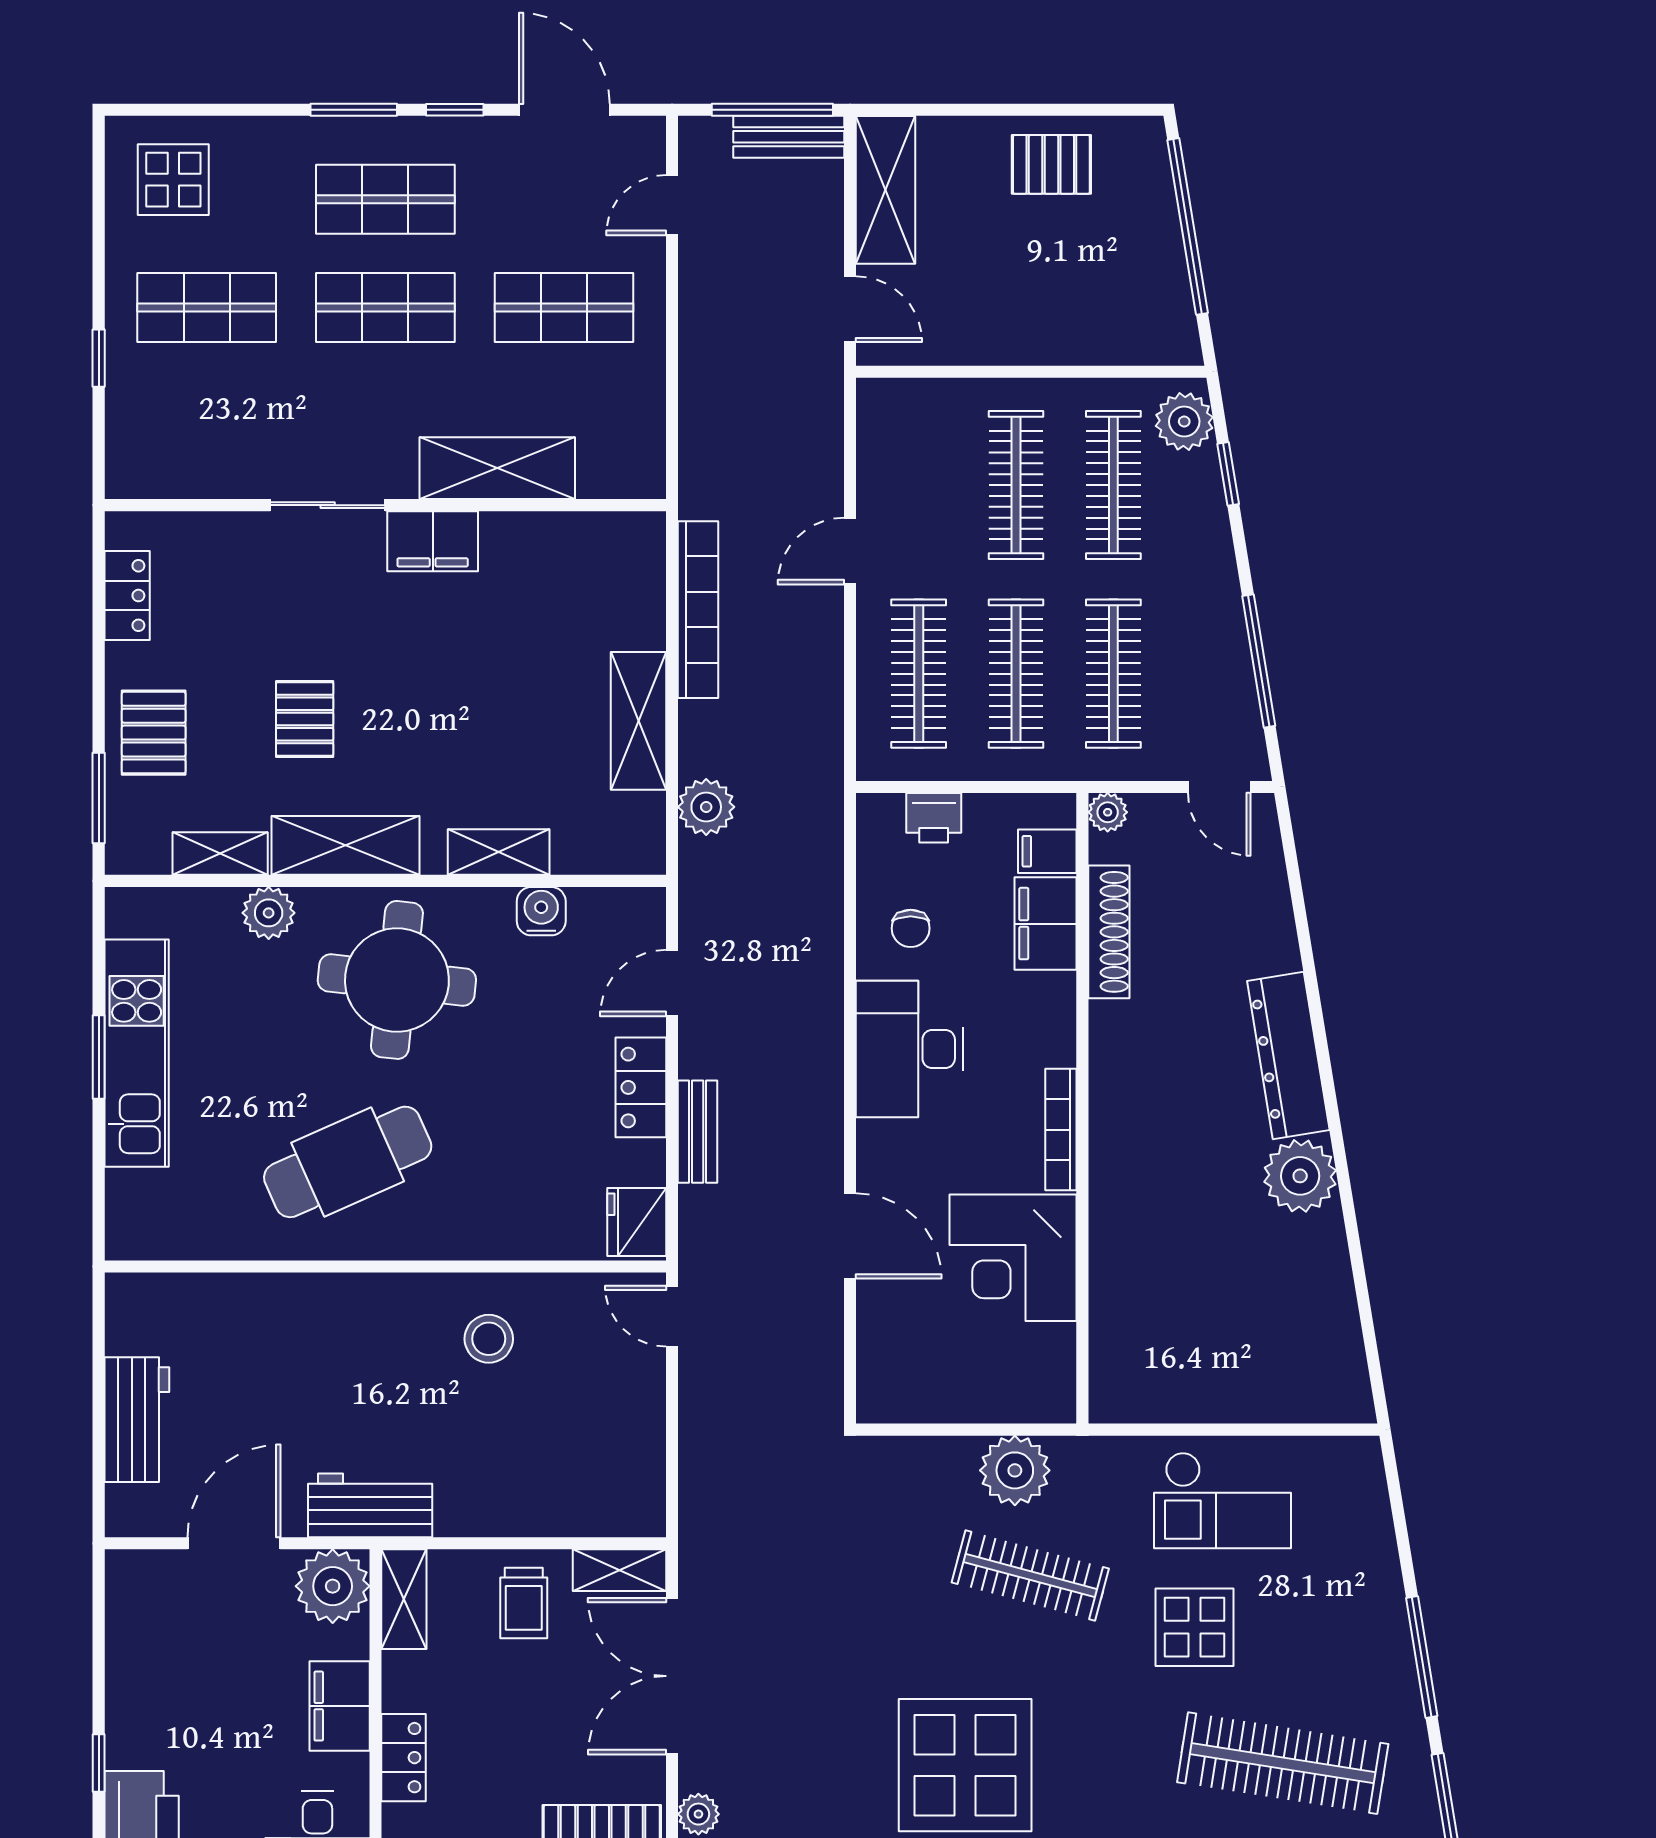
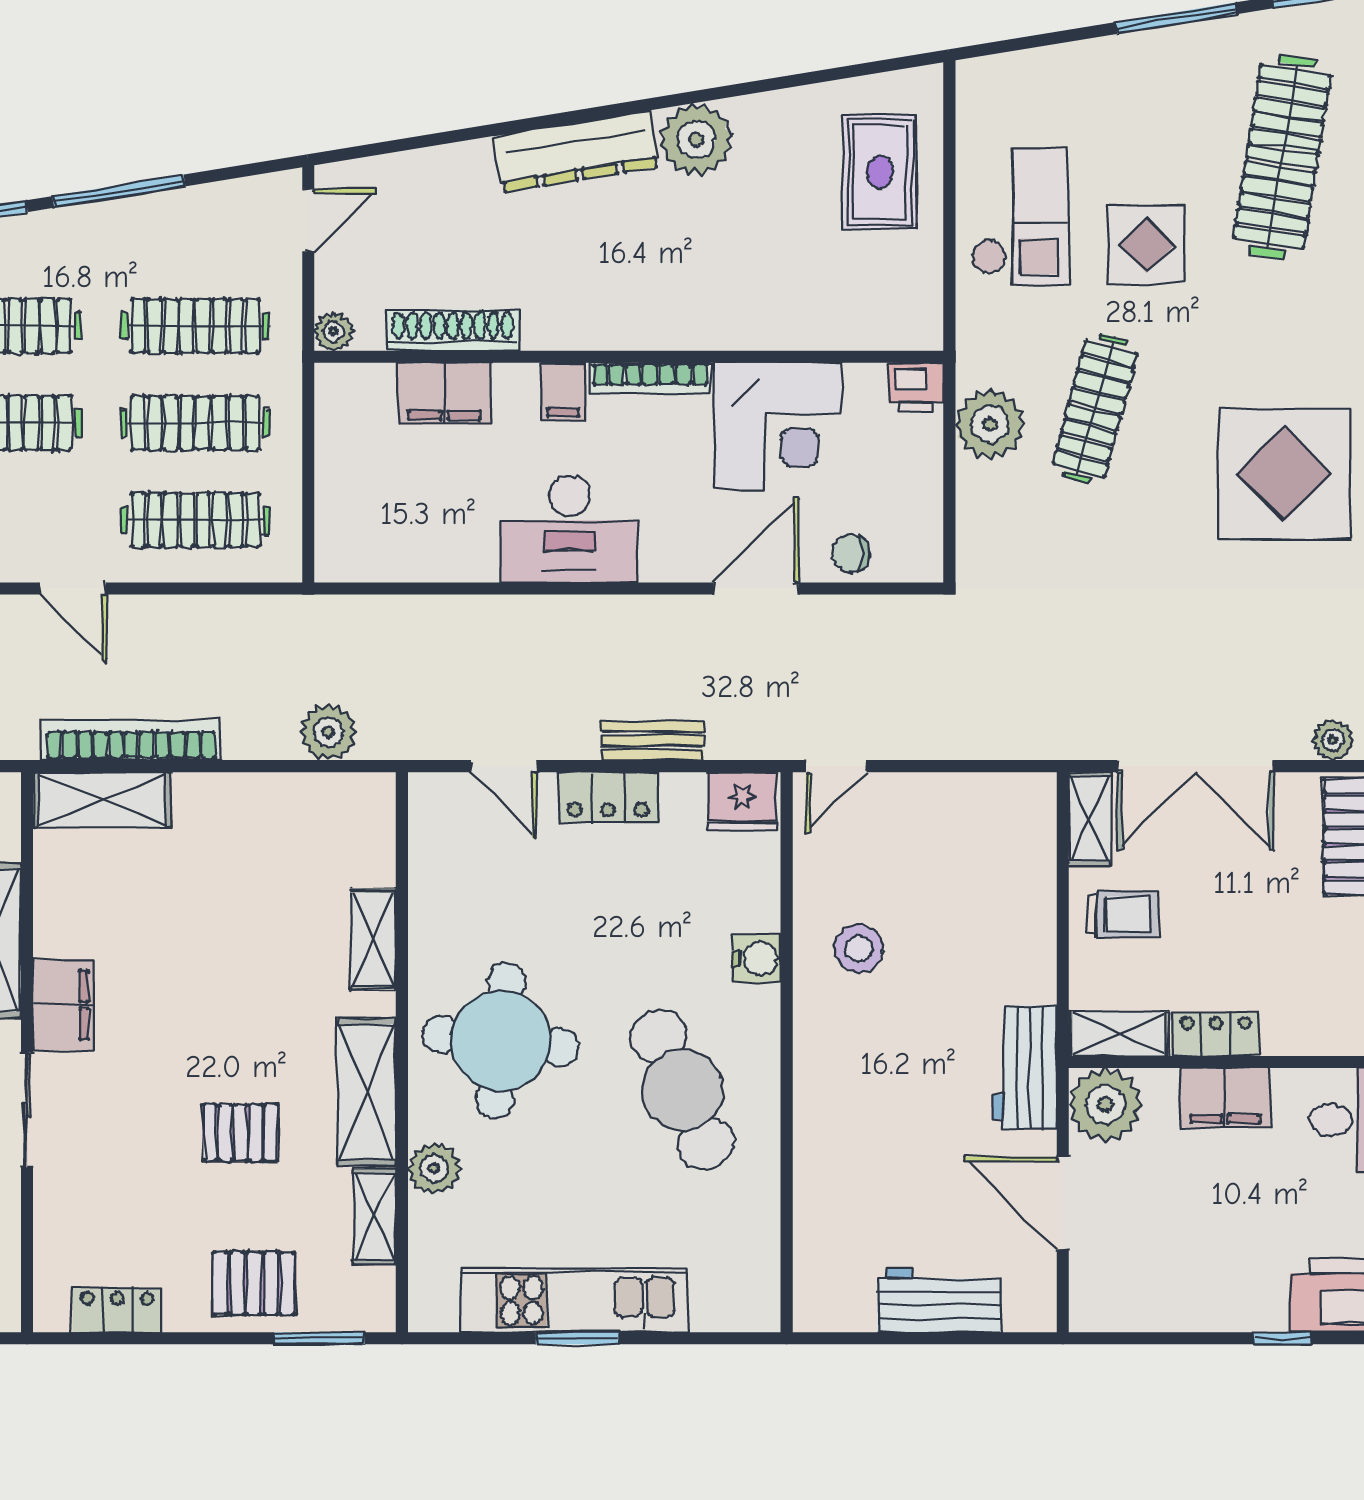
window: (1259, 661) -> (119, 191), moved
shelving: (639, 721) -> (102, 800), moved
printer: (934, 818) -> (916, 388), moved, turned 90
filing cabinet: (1047, 851) -> (564, 392), moved
water cooler: (541, 911) -> (756, 958), moved, turned 180
chair: (911, 928) -> (851, 553), moved, turned 180
rug: (1267, 1360) -> (880, 172), added
locker: (403, 1758) -> (1216, 1034), moved

